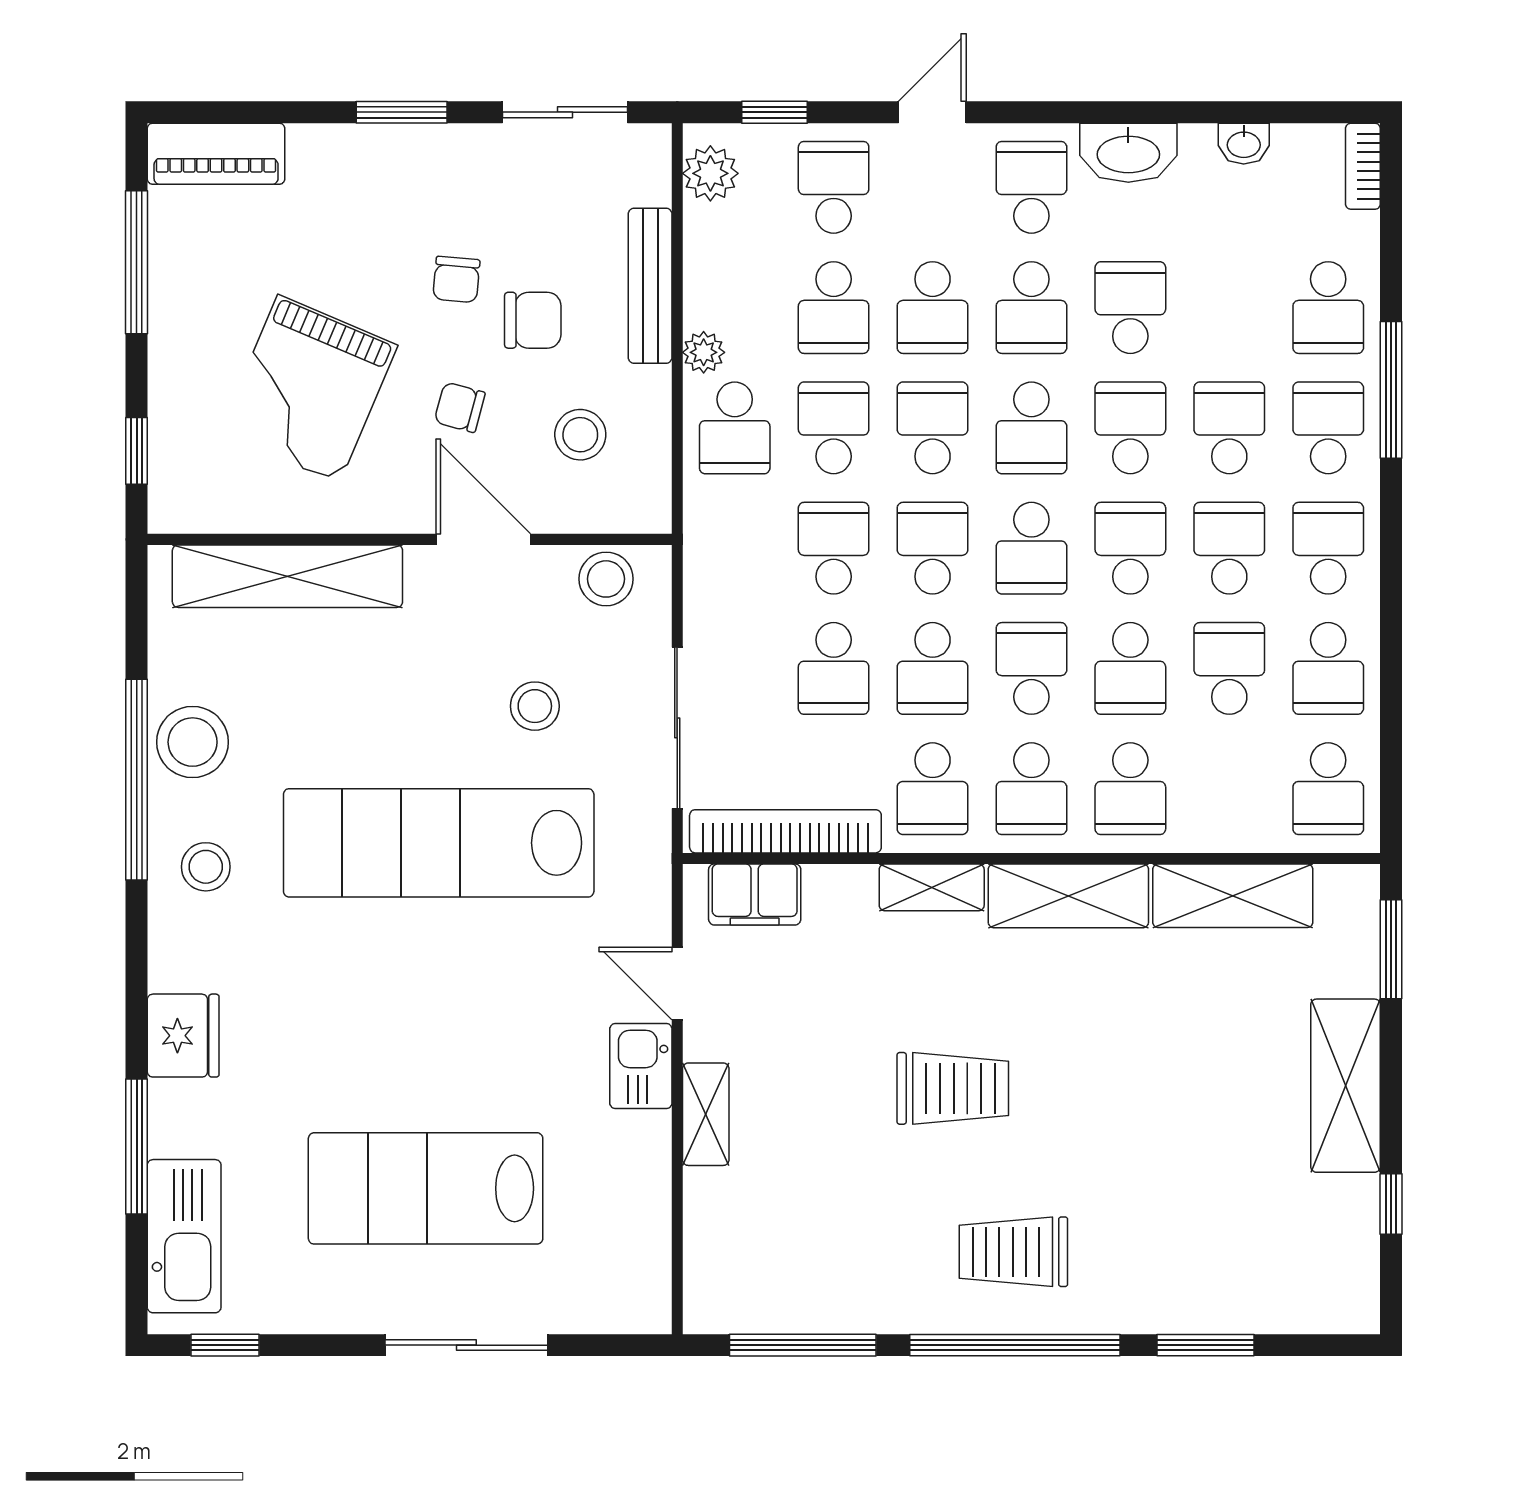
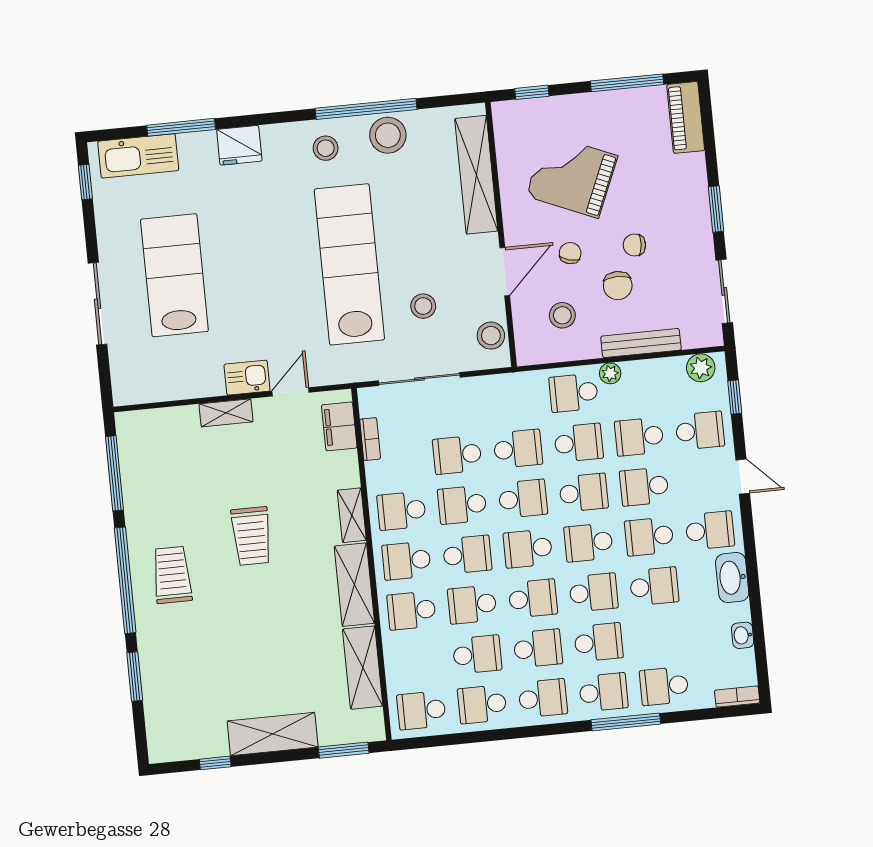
bookcase: (785, 831) -> (370, 439), width x0.43, depth x0.76

